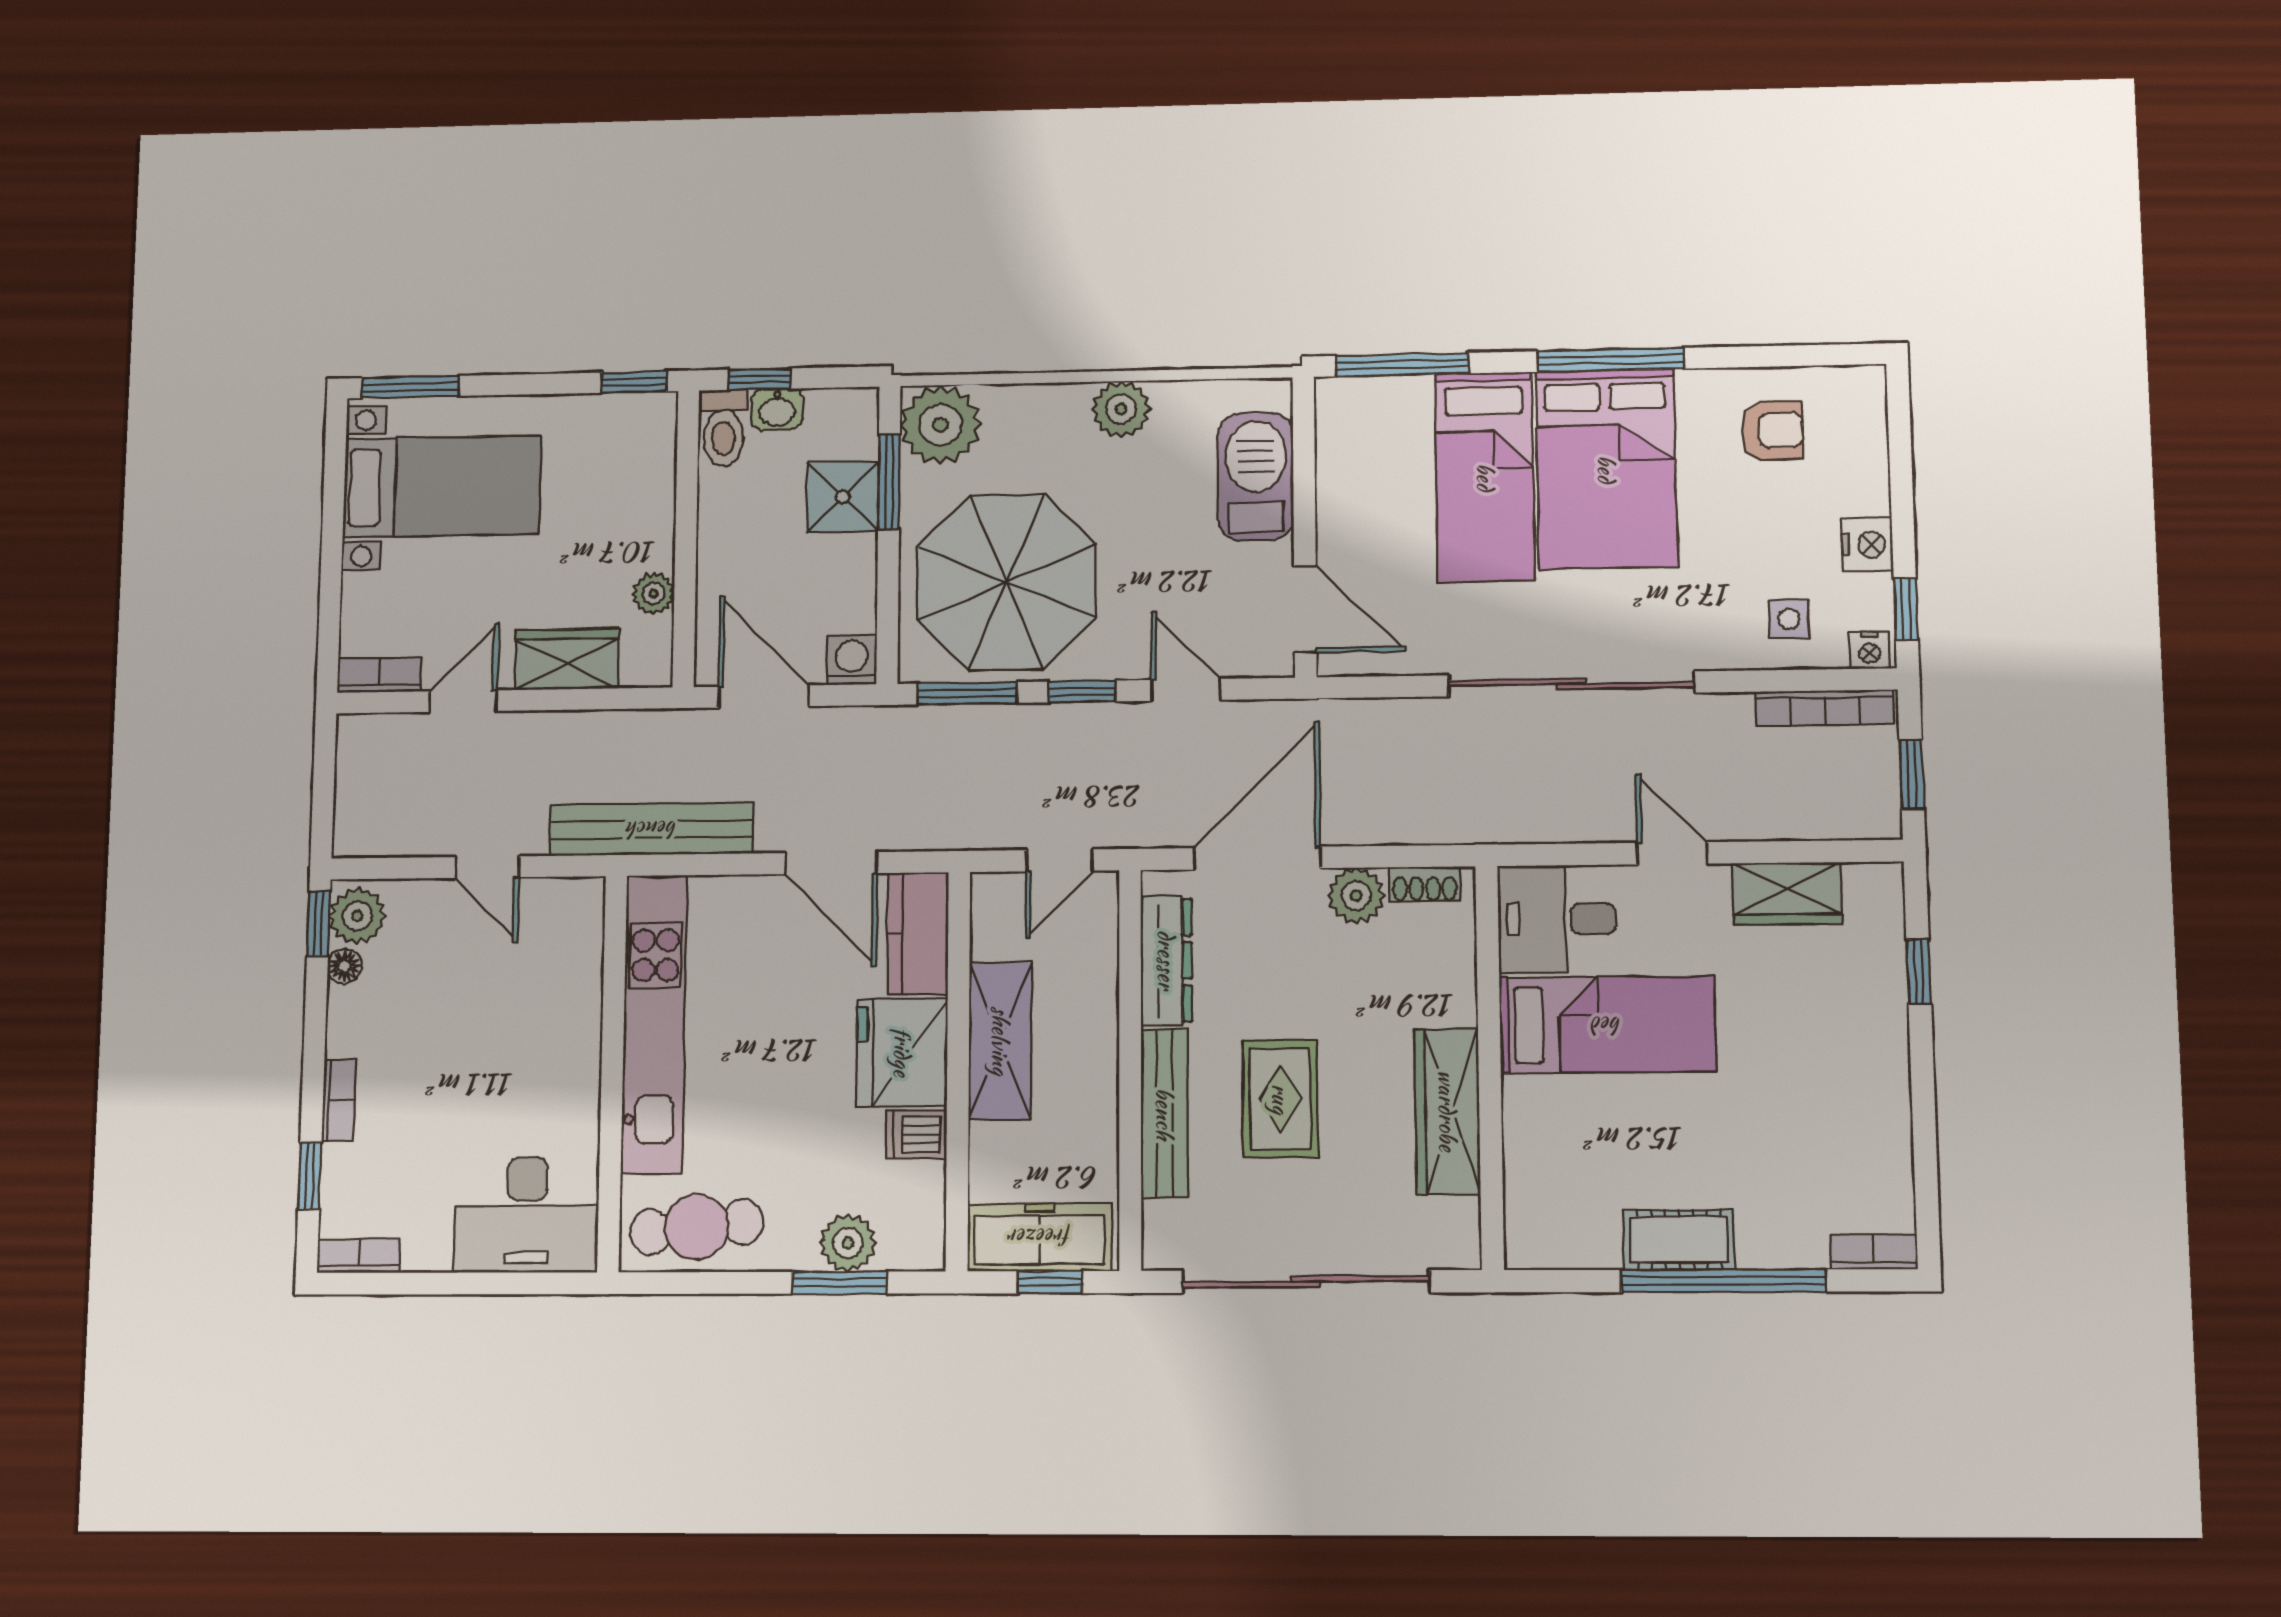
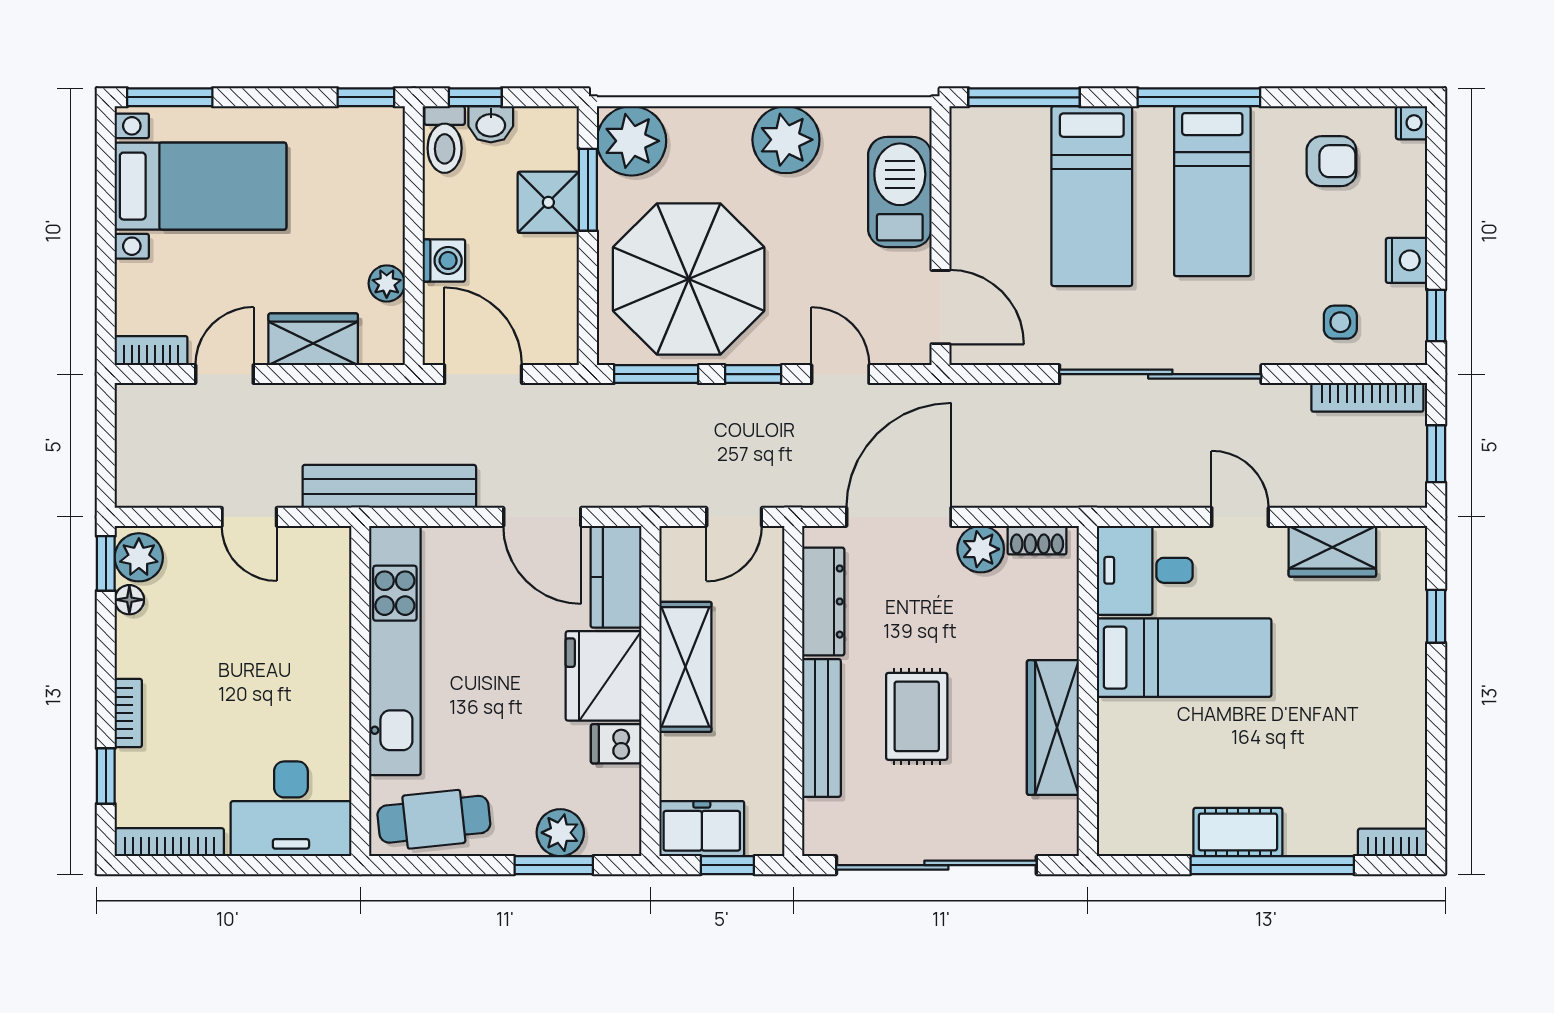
plant: (1121, 409) -> (786, 140), width x1.36, depth x1.36
bed: (1606, 469) -> (1212, 191), width x0.67
nightstand: (1870, 650) -> (1412, 123), moved, turned -90
washing machine: (852, 660) -> (444, 260), moved, turned 90
freezer: (1040, 1237) -> (702, 829), width x0.71
bookcase: (359, 1256) -> (169, 842), width x1.56

